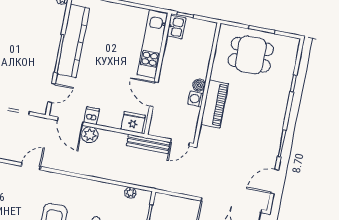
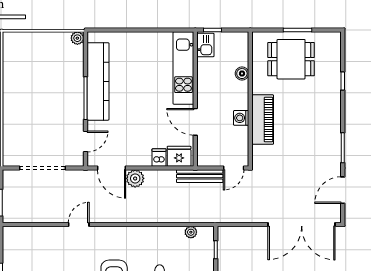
boiler: (199, 85) -> (242, 74), moved
dishwasher: (92, 116) -> (159, 158), moved

